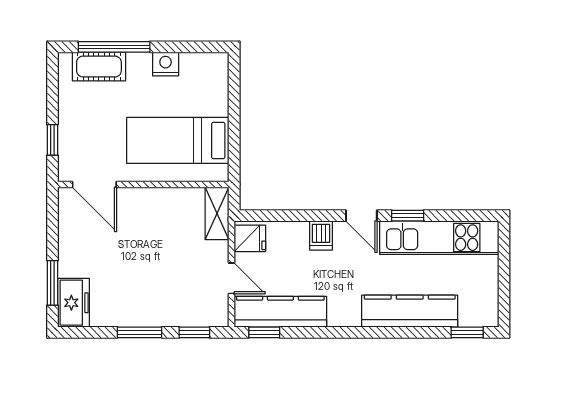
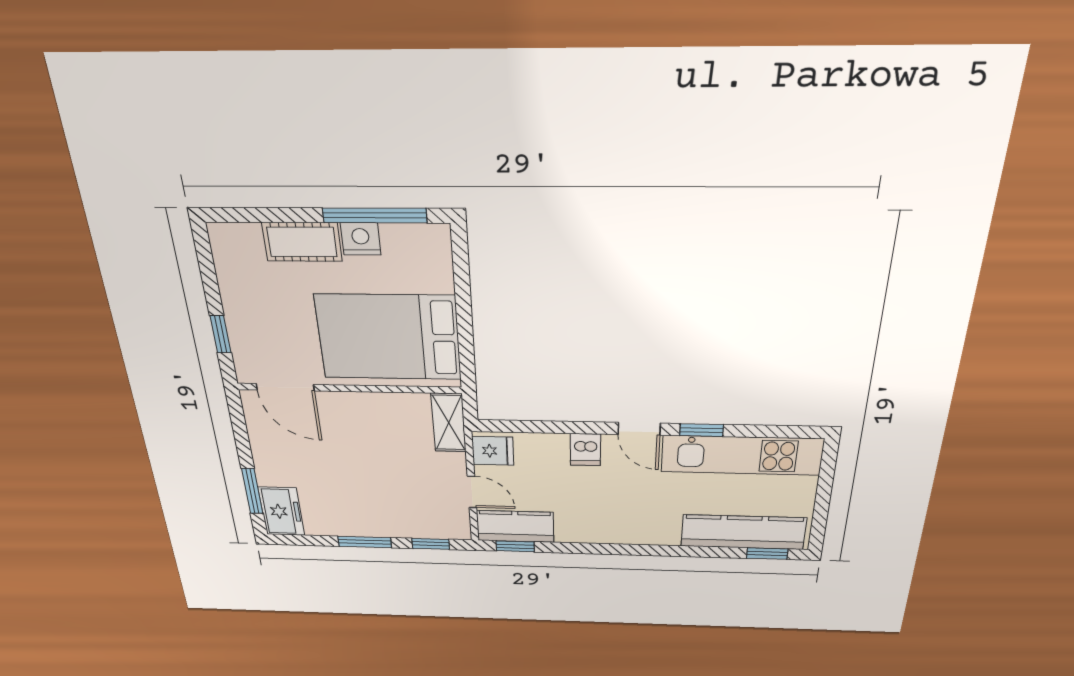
window: (114, 47) -> (375, 215), moved
cot: (99, 67) -> (302, 242), moved
bed: (178, 140) -> (389, 337), width x1.50
kitchen counter: (410, 311) -> (743, 532), moved
kitchen counter: (280, 312) -> (515, 526), width x0.67

